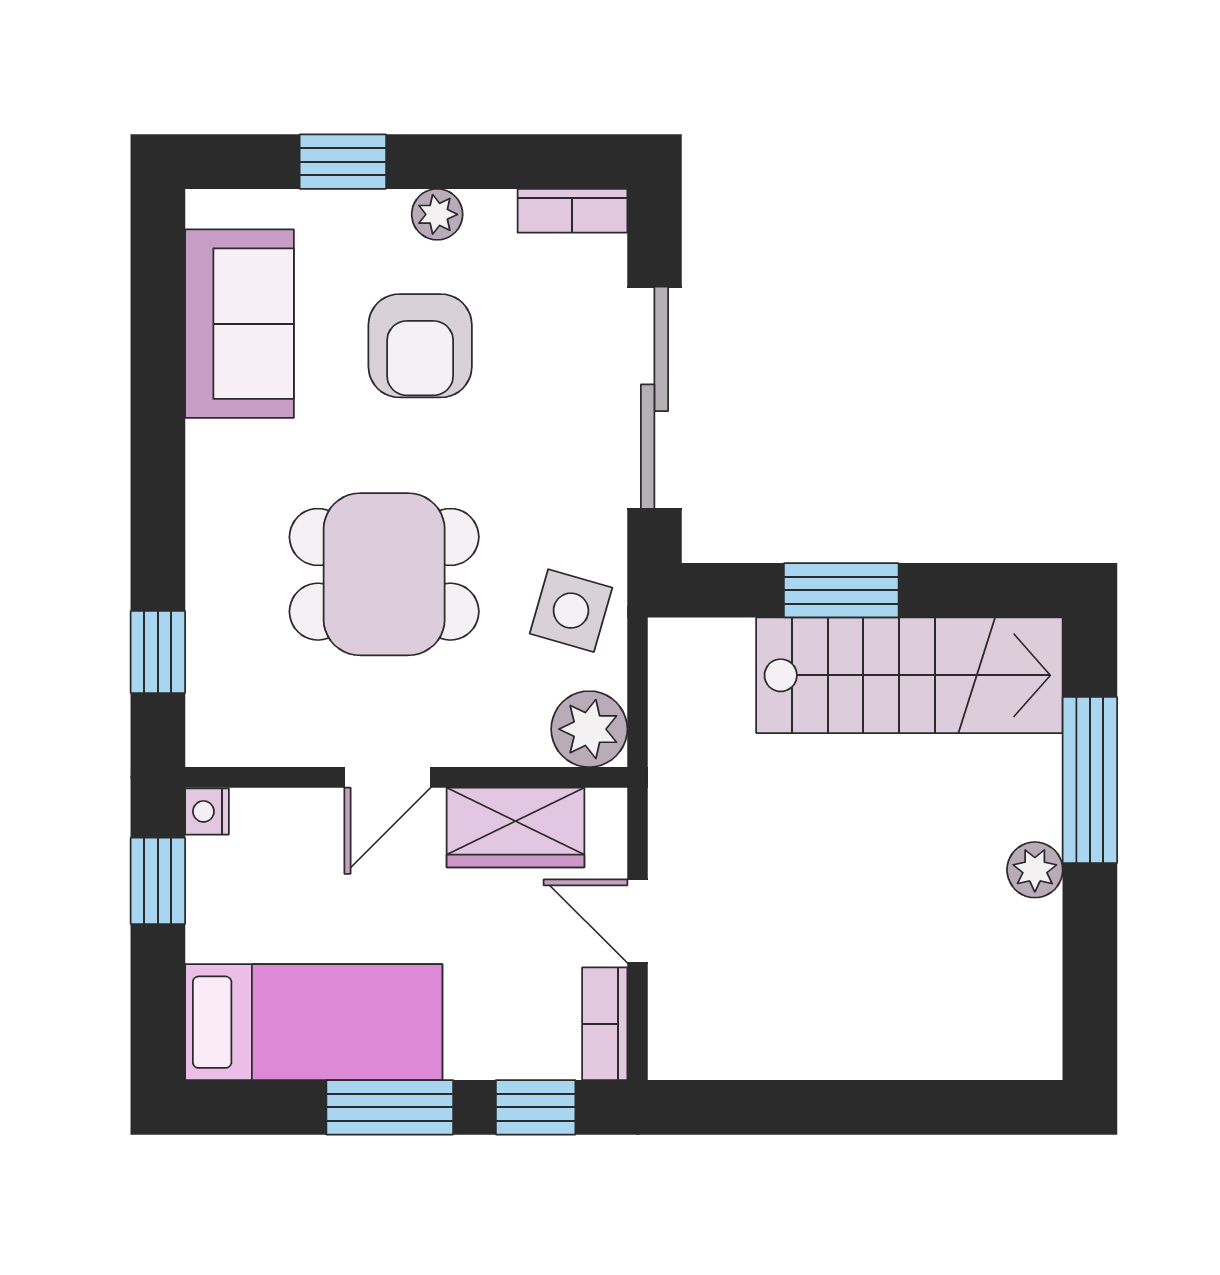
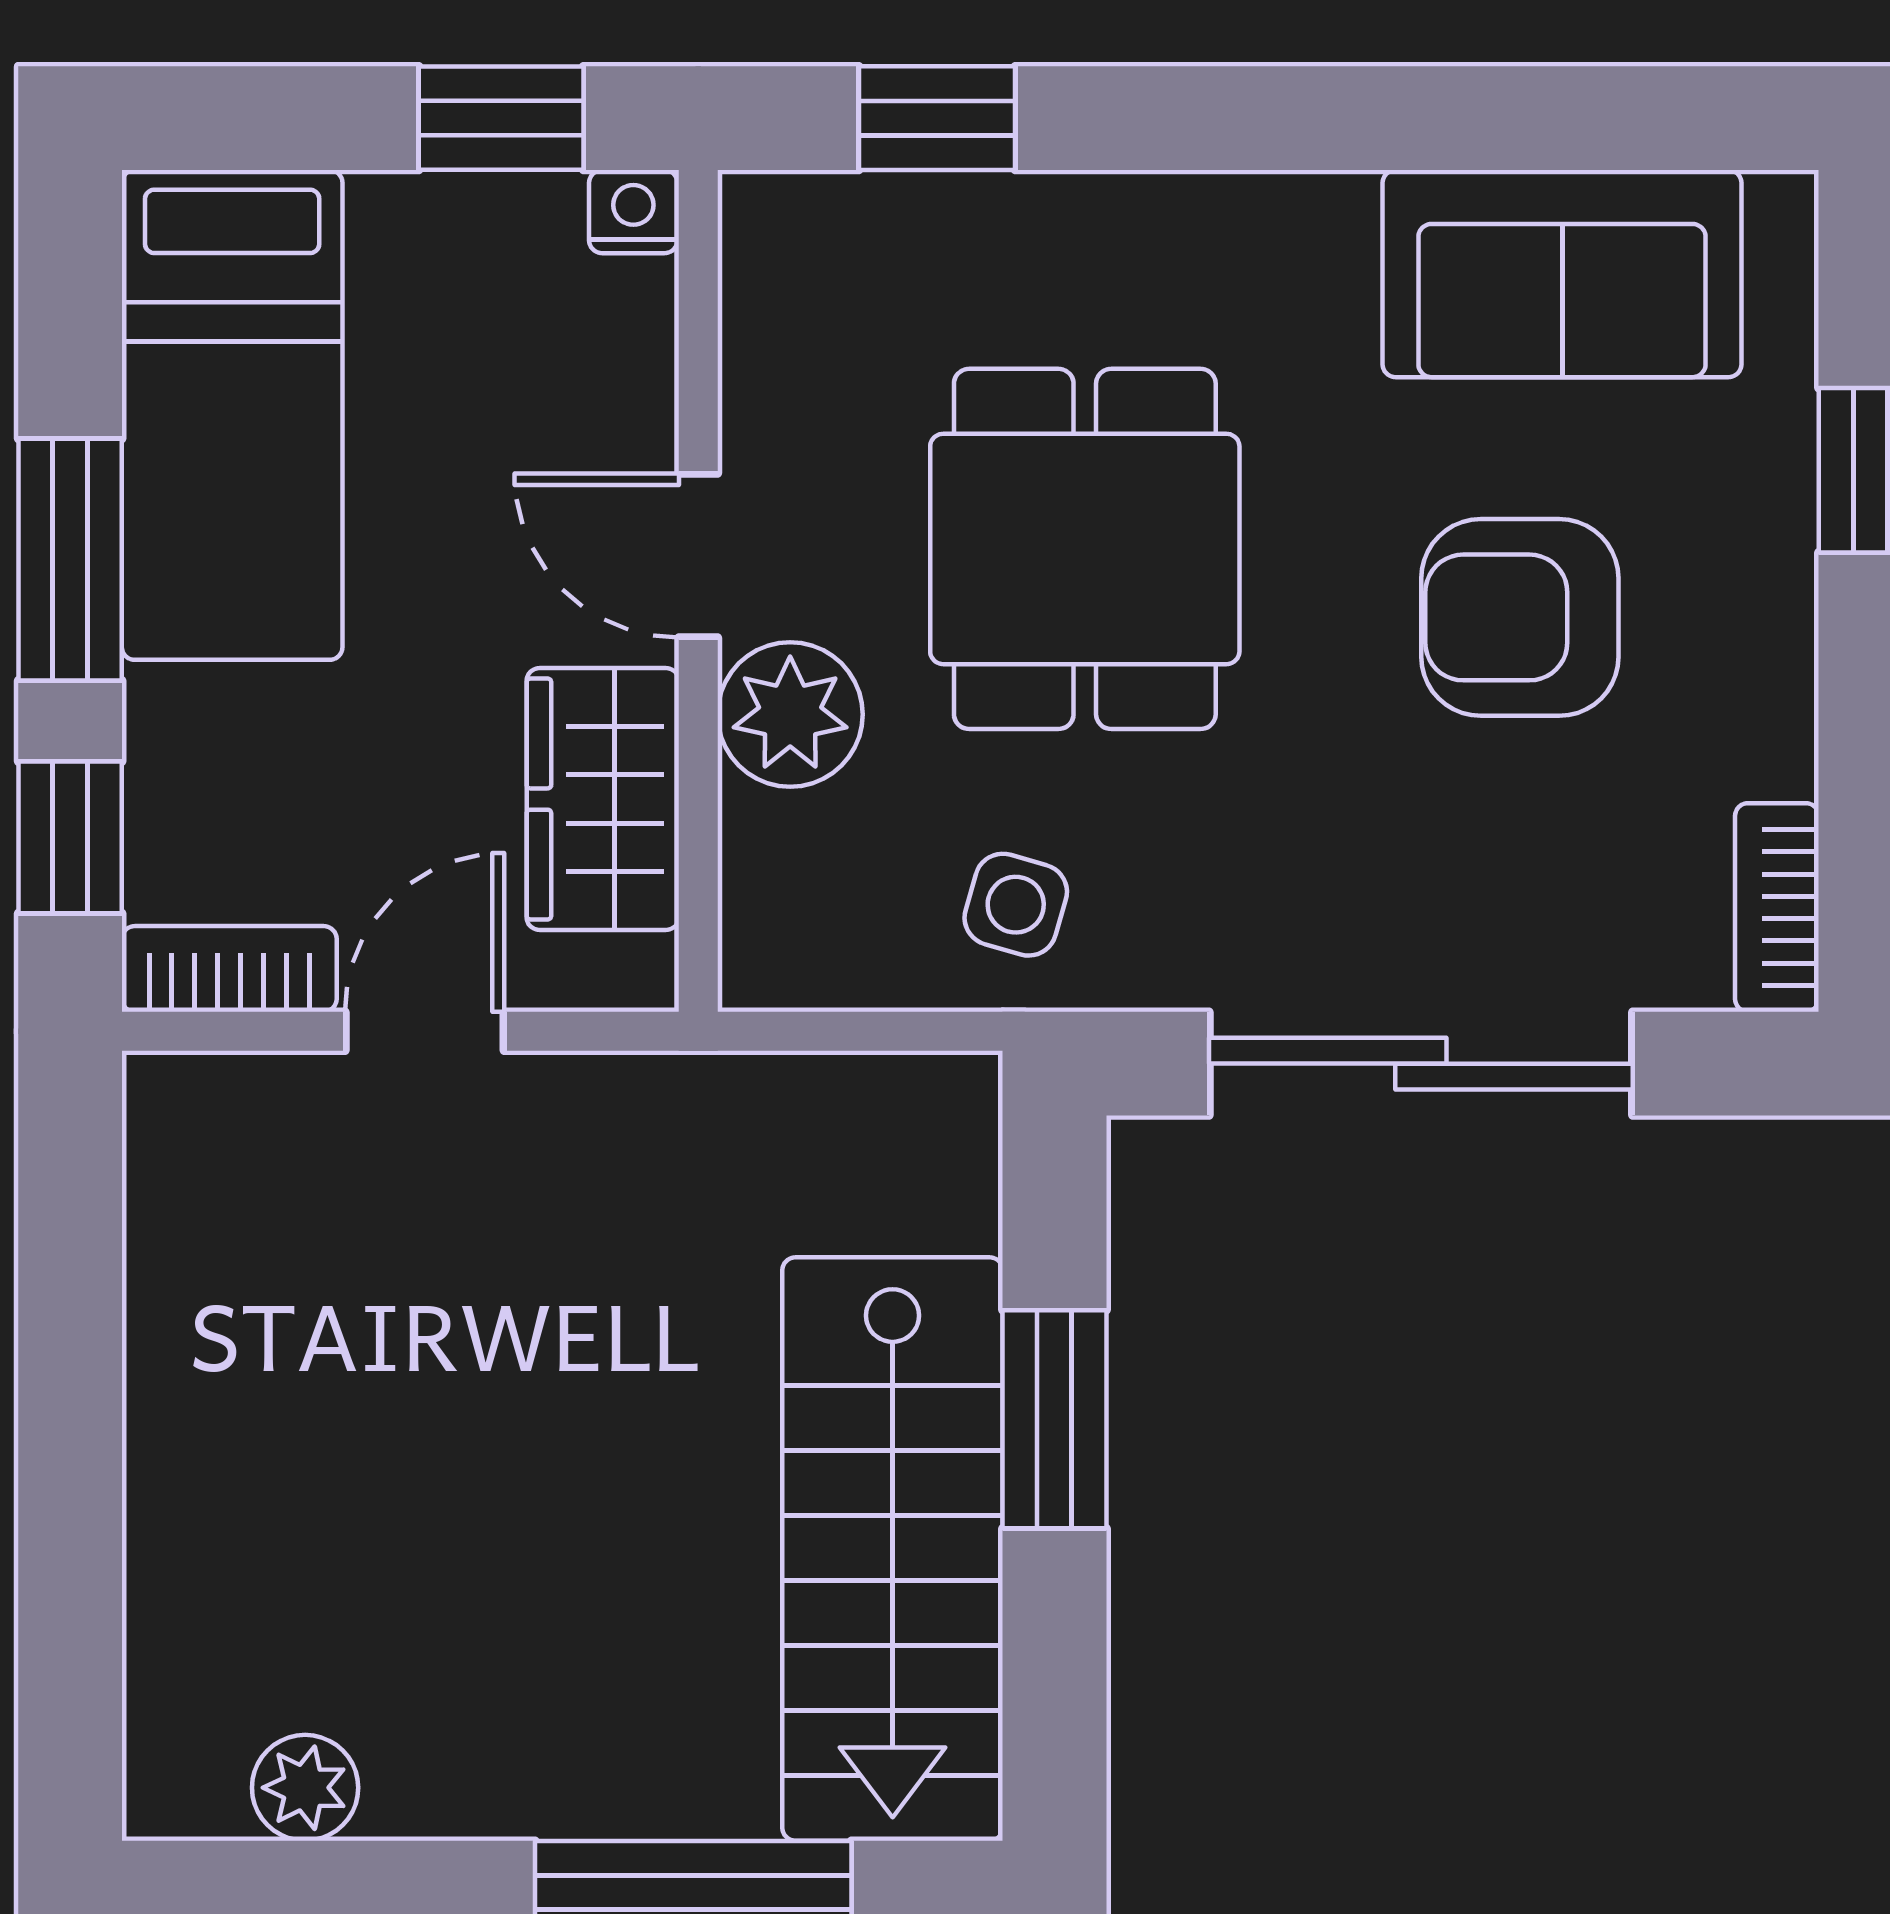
plant: (437, 214) -> (1770, 650), removed
side table: (571, 611) -> (1016, 905), width x0.73, depth x0.73
plant: (589, 729) -> (790, 714), moved
plant: (1035, 870) -> (305, 1788), moved

